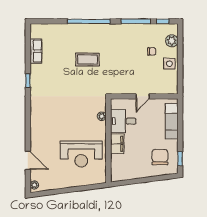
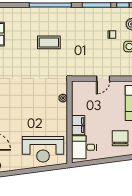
desk: (123, 121) -> (84, 147), moved
reception desk: (81, 154) -> (43, 149), moved

